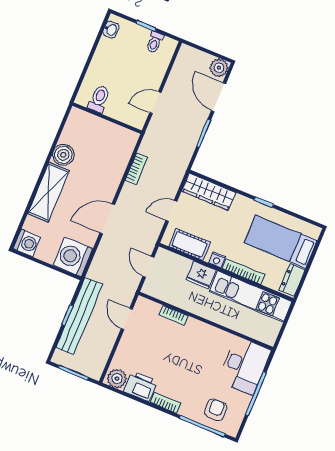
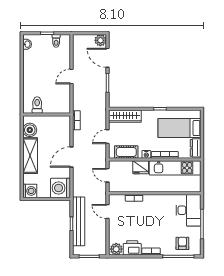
toilet: (99, 99) -> (37, 105), moved
wall: (107, 118) -> (47, 114), moved

